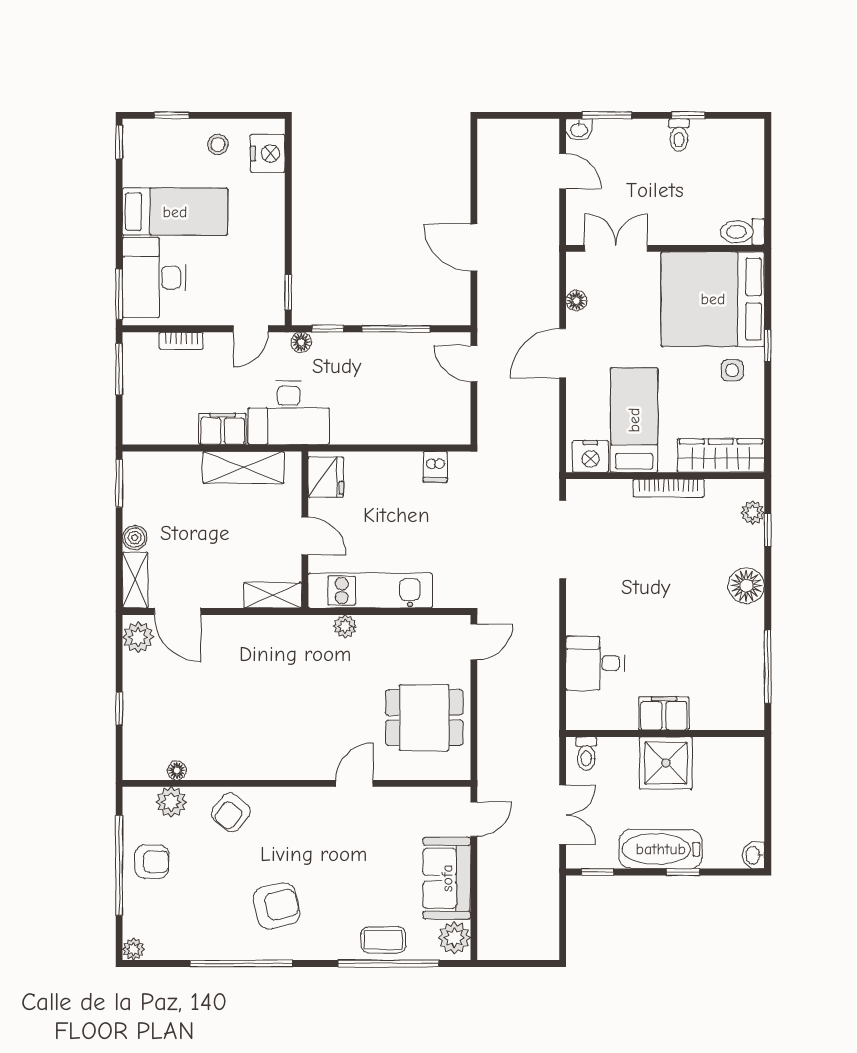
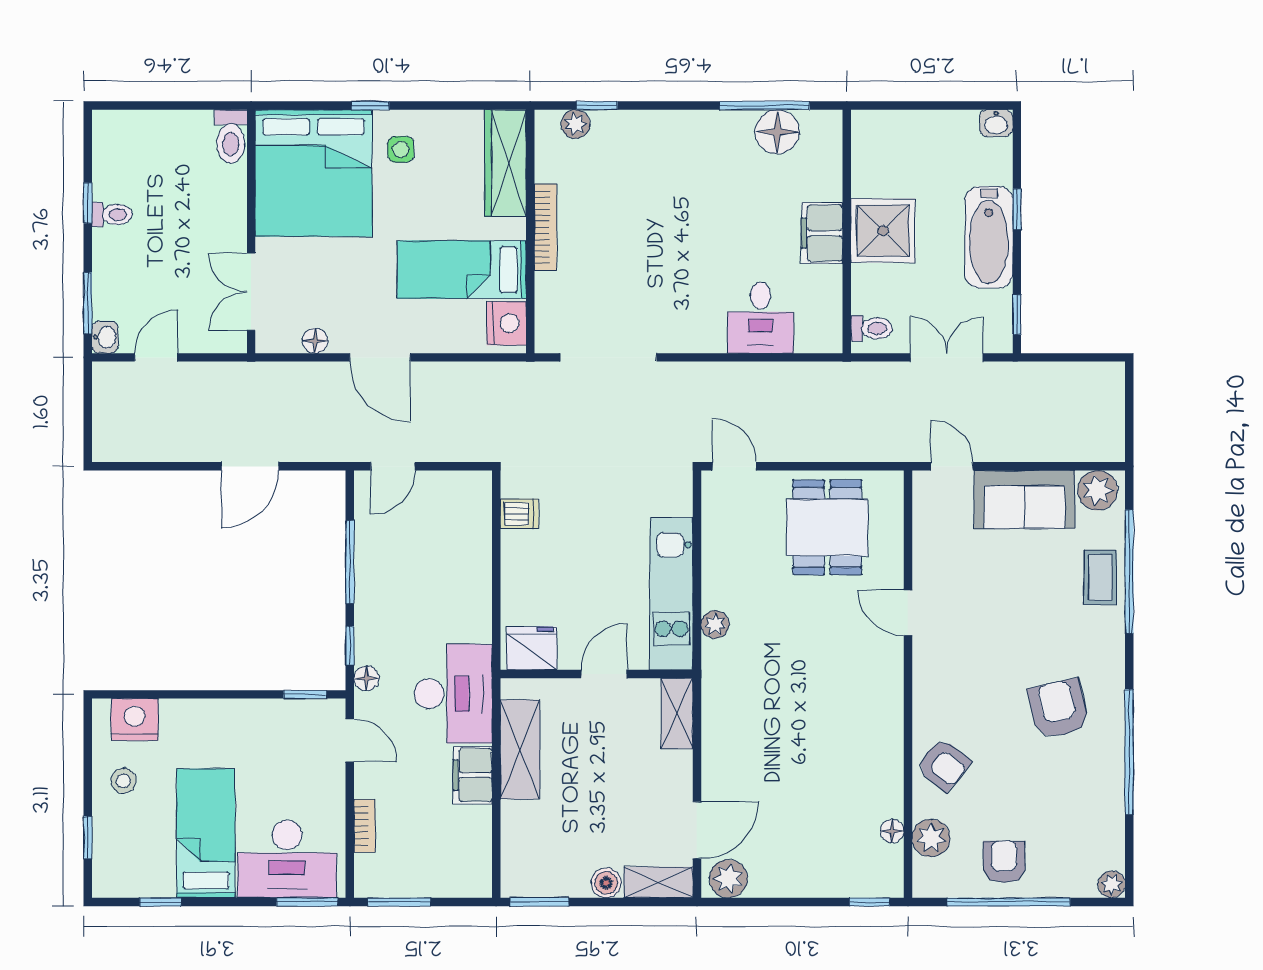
window: (119, 142) -> (161, 902), moved
floor lamp: (746, 586) -> (777, 132), moved
window: (119, 709) -> (869, 902), moved

